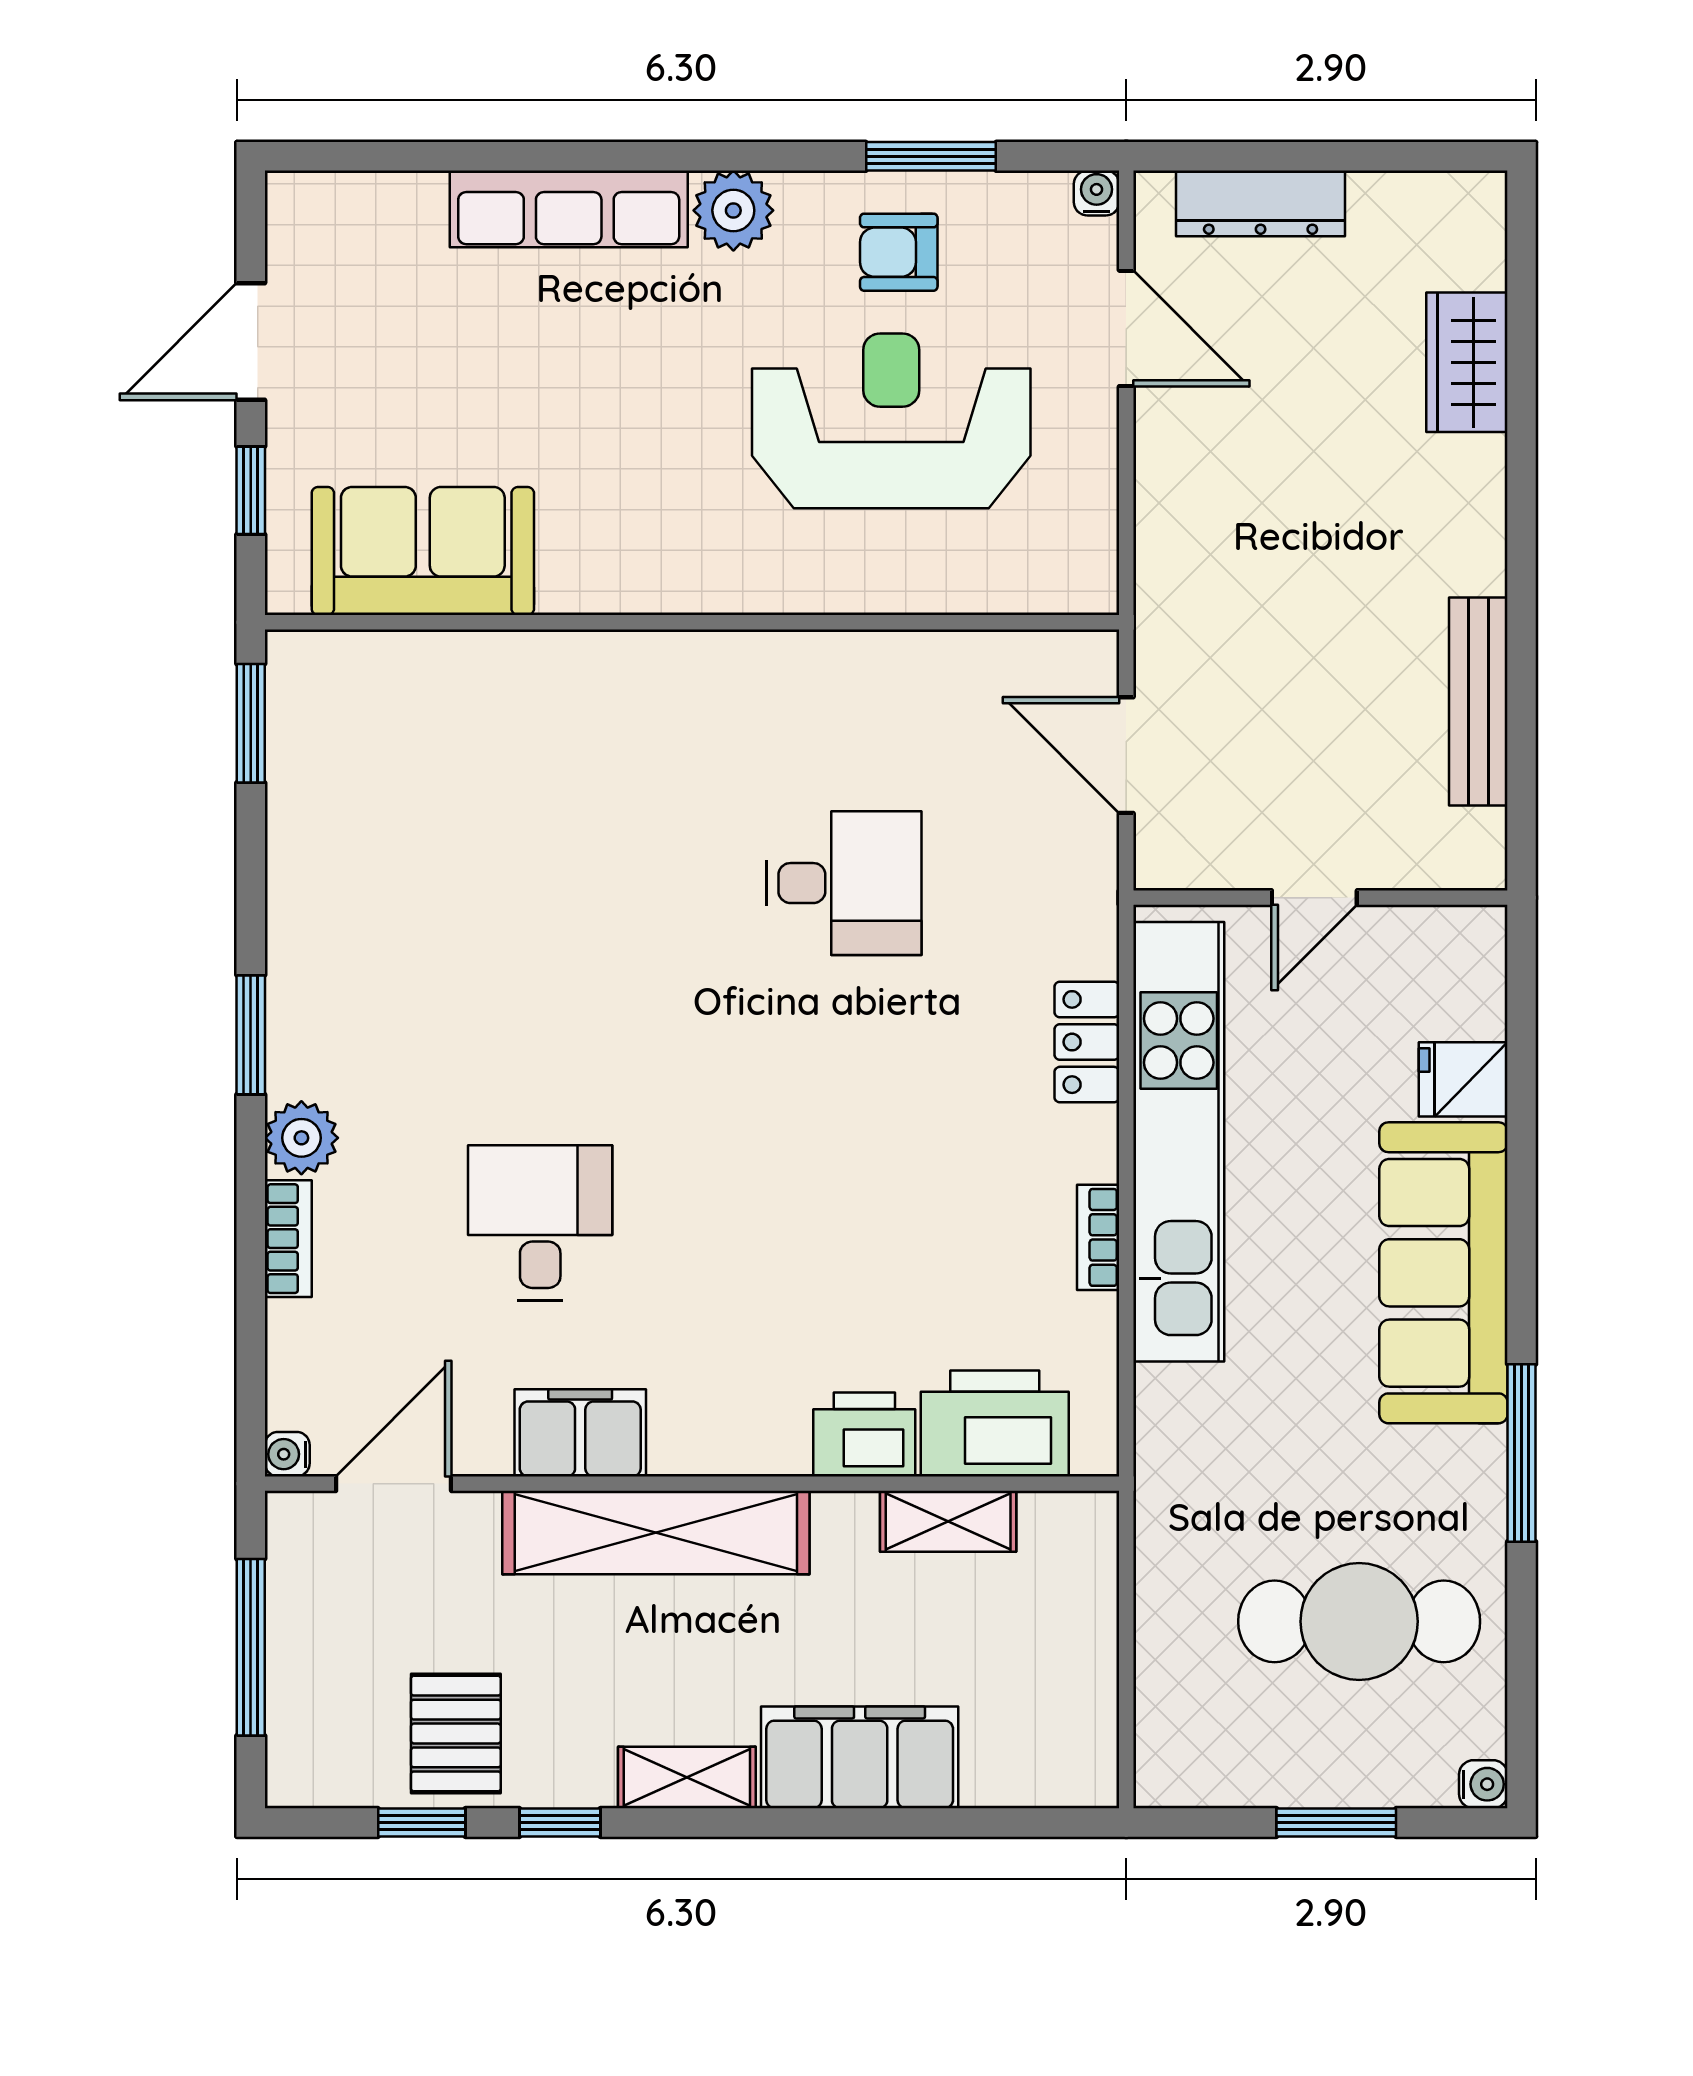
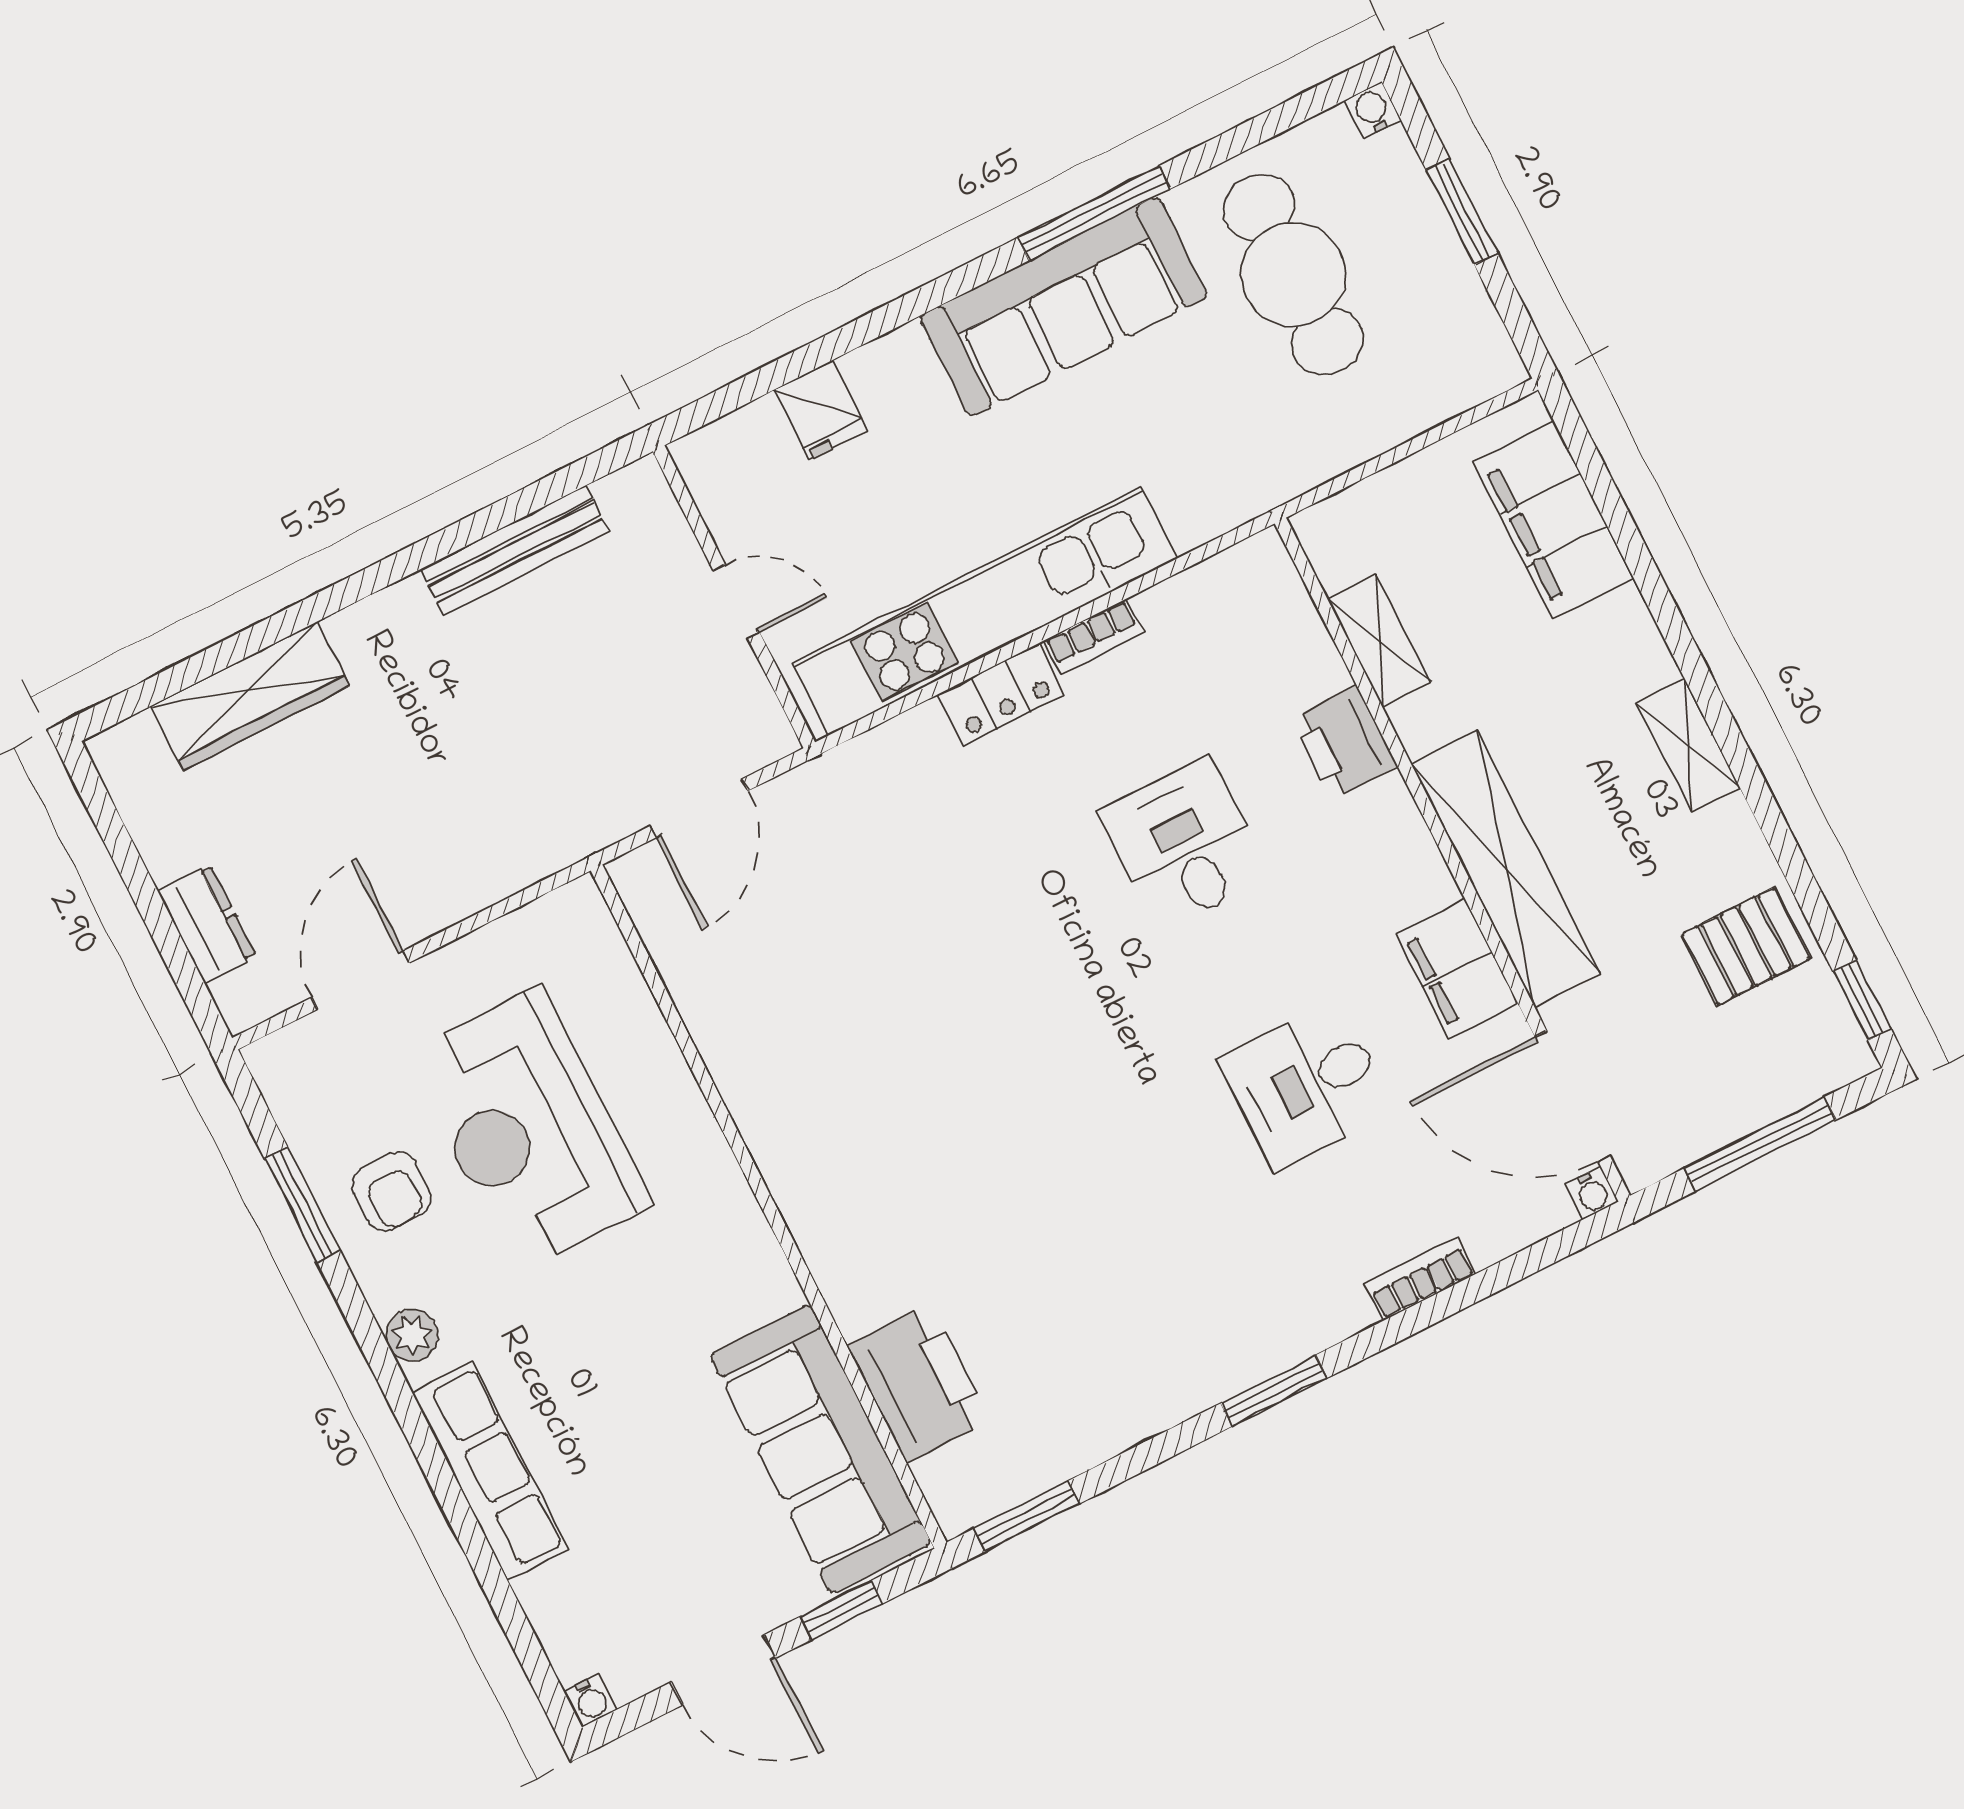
water cooler: (1097, 193) -> (591, 1701), moved, turned -90
dresser: (1261, 203) -> (207, 924), width x0.70
plant: (733, 210) -> (412, 1335), width x0.73, depth x0.73
wardrobe: (1467, 362) -> (250, 696), width x1.50
sofa: (423, 551) -> (820, 1449), width x1.36
desk: (844, 883) -> (1184, 844), moved
locker: (1087, 1042) -> (1001, 694), moved
plant: (301, 1138) -> (1335, 1309), removed
sofa: (1443, 1273) -> (1064, 307), moved
printer: (995, 1423) -> (918, 1384), moved, turned 180
door: (394, 1484) -> (1573, 1097), width x1.36
filing cabinet: (860, 1757) -> (1553, 520), moved
window: (422, 1823) -> (1862, 1000), moved
window: (560, 1823) -> (1775, 828), removed

